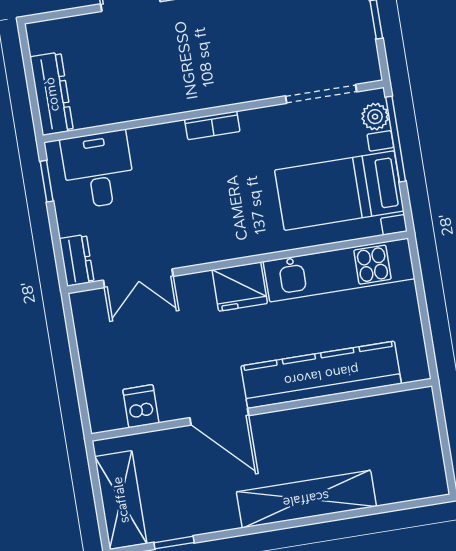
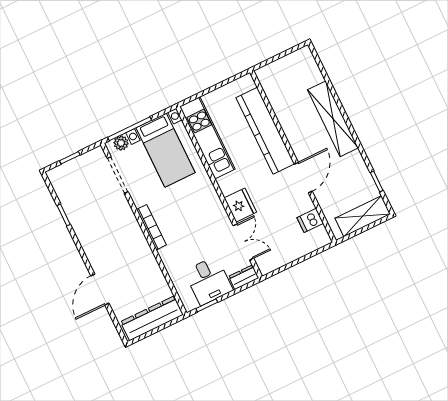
dresser: (52, 94) -> (152, 318), width x1.37, depth x1.24
bookcase: (212, 125) -> (151, 227), width x1.56
desk: (98, 170) -> (209, 281), moved, turned -90
fridge: (240, 287) -> (240, 205), moved

